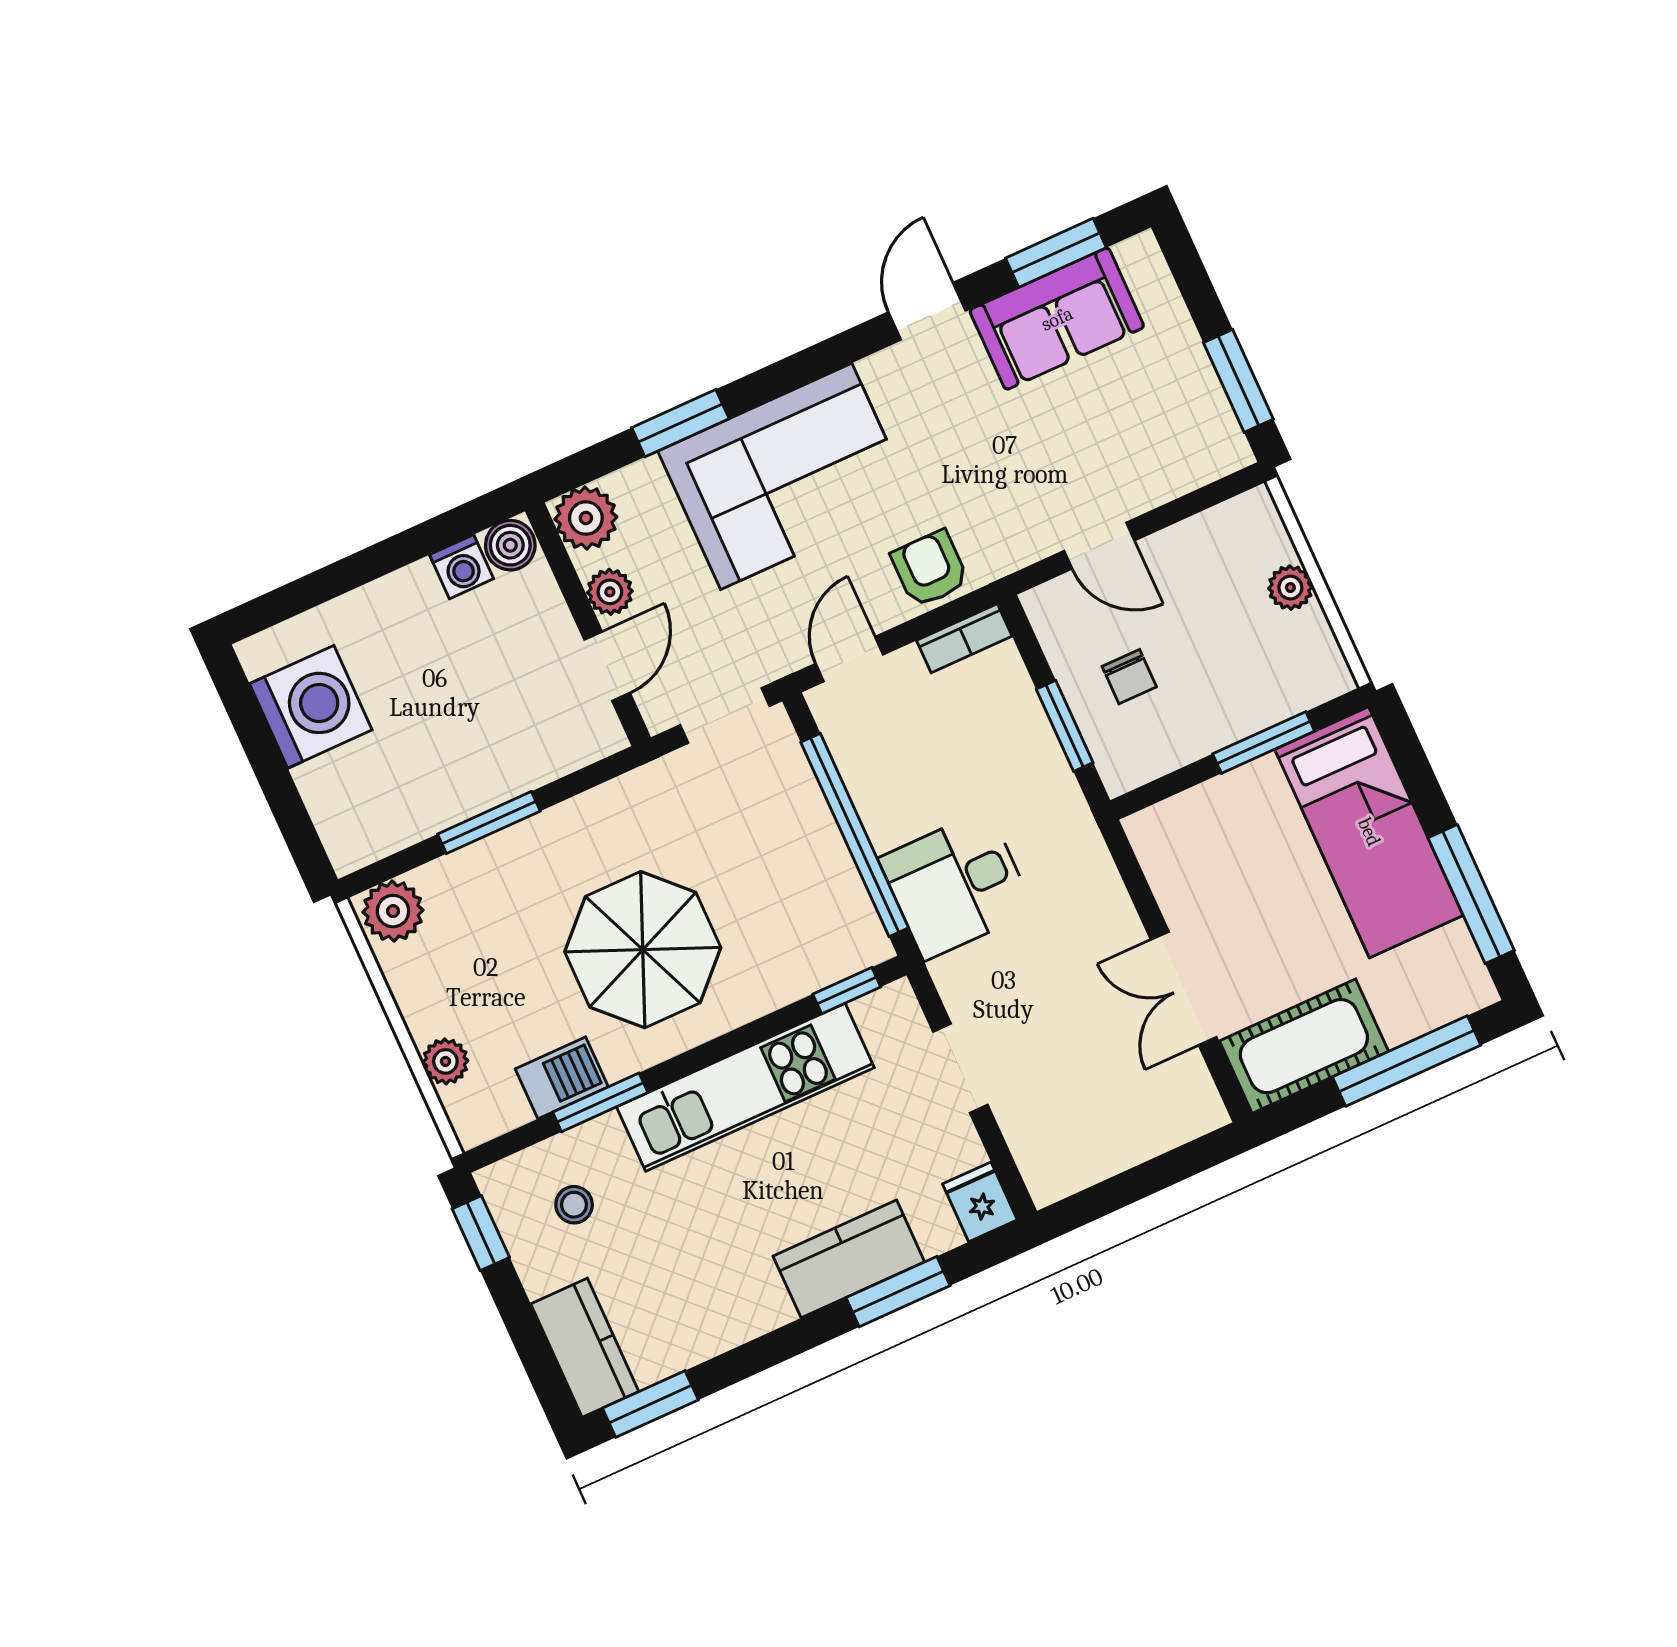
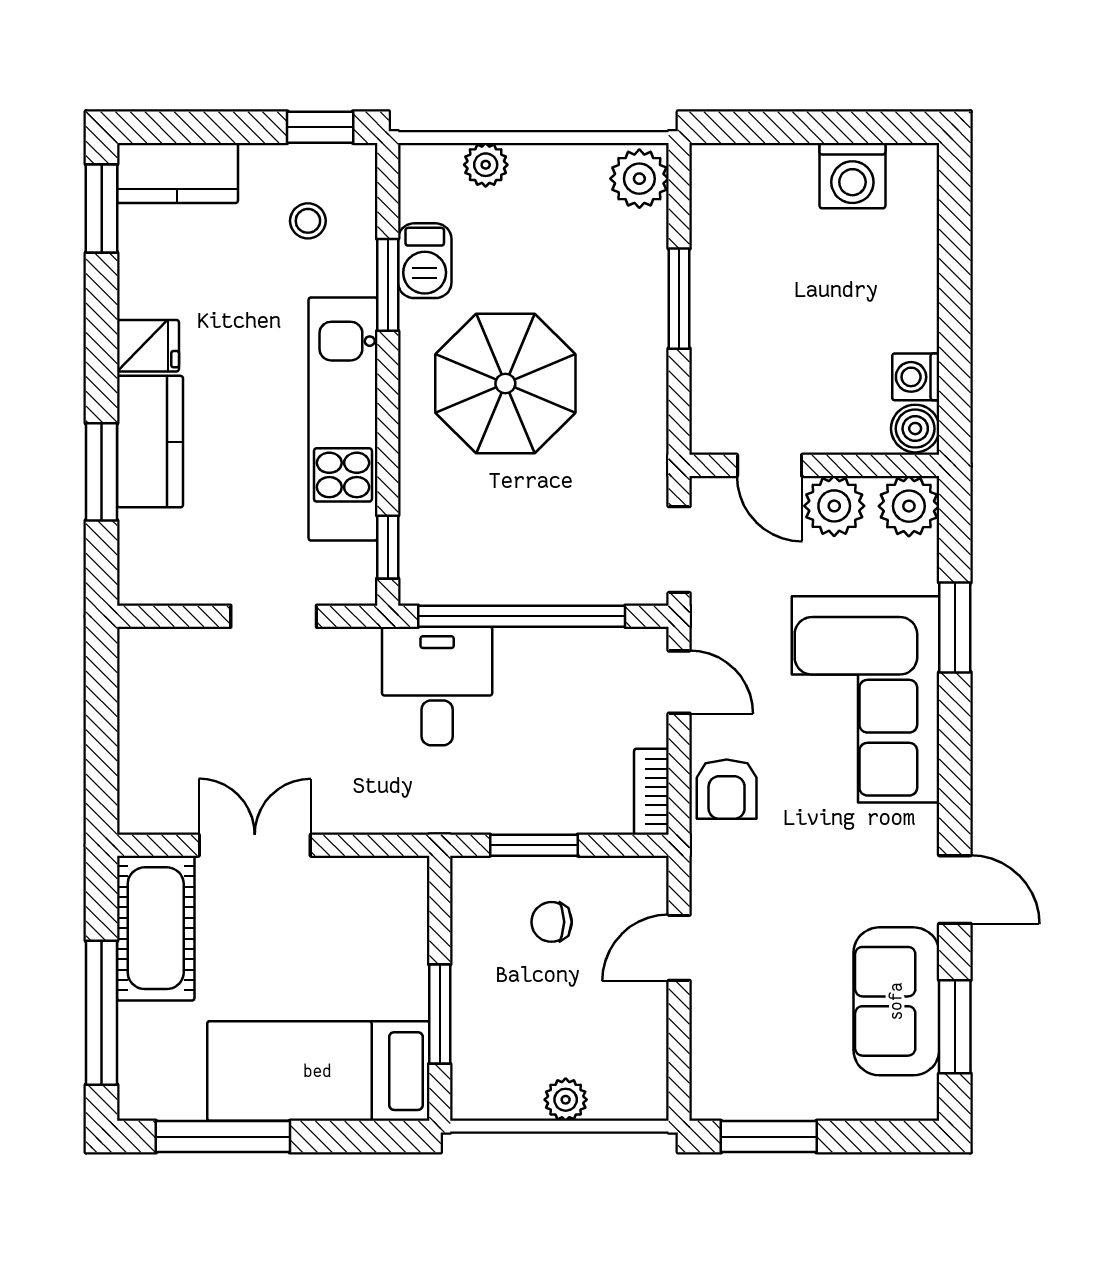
armchair: (930, 569) -> (727, 789), turned 90
plant: (610, 592) -> (834, 506), width x1.38, depth x1.38
washing machine: (311, 707) -> (852, 176), width x0.73, depth x0.73
fridge: (980, 1202) -> (148, 346), moved

